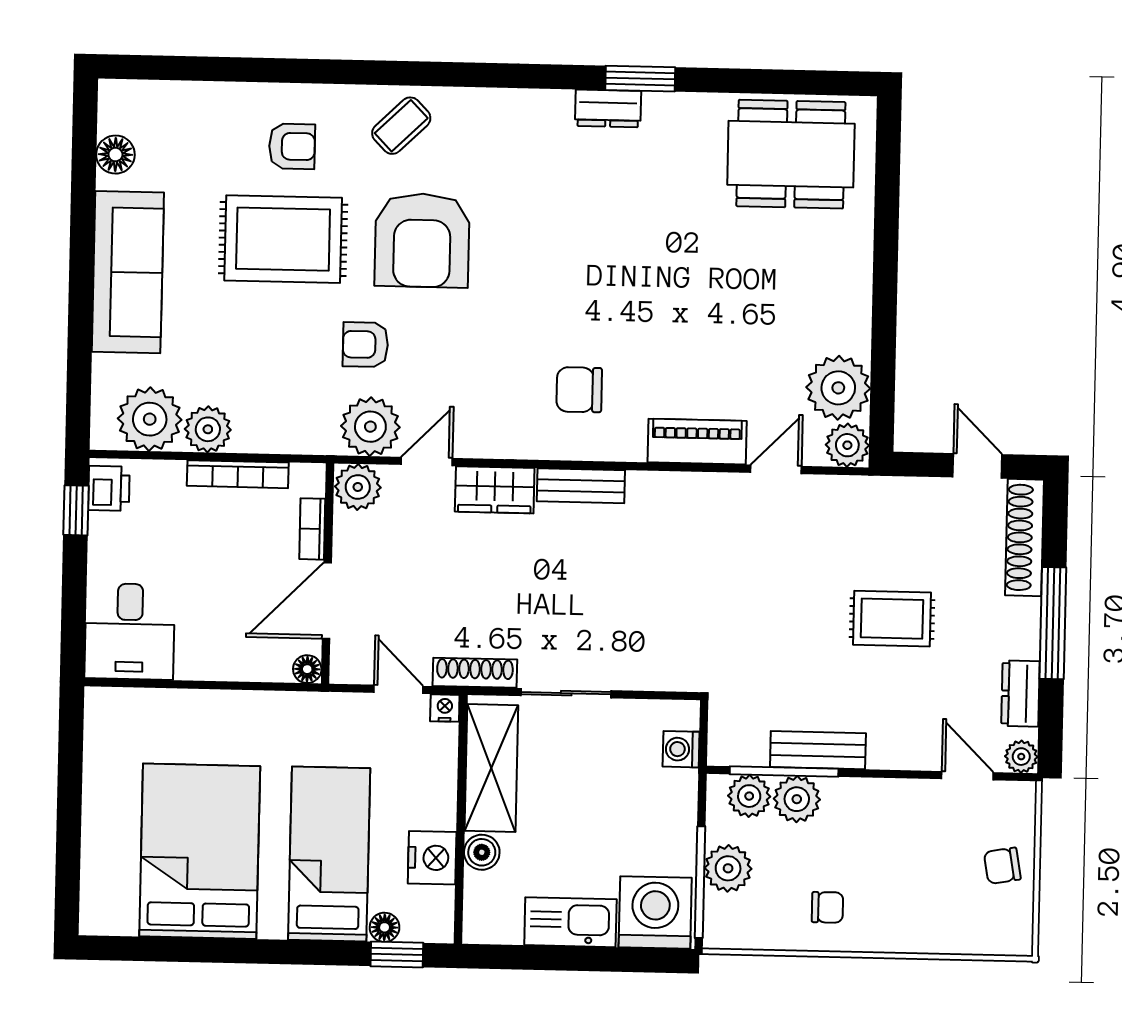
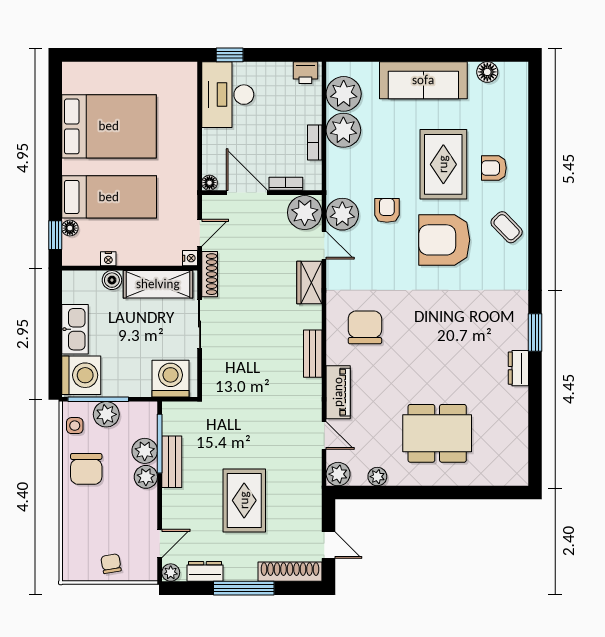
window: (640, 79) -> (535, 332), moved
dresser: (608, 108) -> (518, 368), moved
armchair: (292, 146) -> (494, 168), turned 90
dining table: (791, 154) -> (437, 433), moved, turned 90
plant: (838, 388) -> (377, 477), width x0.53, depth x0.53
chair: (579, 390) -> (365, 327), width x1.37, depth x1.37
plant: (208, 429) -> (343, 130), width x1.36, depth x1.36
door: (977, 466) -> (328, 545), hinge flipped
bookcase: (238, 474) -> (315, 143), width x0.64
bench: (581, 486) -> (313, 354), moved
plant: (358, 487) -> (305, 213), width x1.36, depth x1.36
window: (76, 510) -> (230, 55), moved
rug: (892, 619) -> (244, 500), width x1.36, depth x1.43
desk: (130, 632) -> (228, 95), width x1.37
washing machine: (681, 749) -> (171, 379), width x1.89, depth x1.89
plant: (749, 796) -> (146, 477), moved
nightstand: (432, 858) -> (108, 259), width x0.53, depth x0.56
chair: (827, 907) -> (86, 469), width x1.87, depth x1.87
side table: (747, 927) -> (75, 426), added

